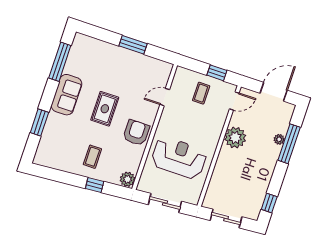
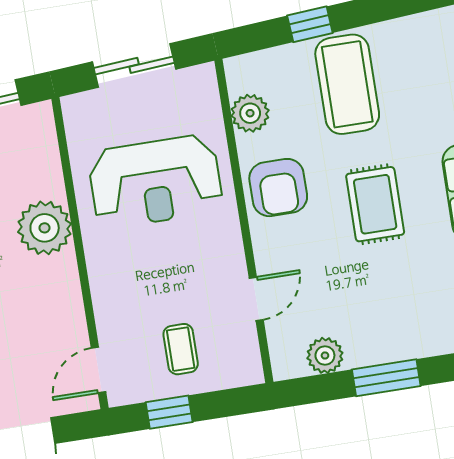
plant: (151, 64) -> (325, 355), added
plant: (235, 138) -> (45, 228), moved
coffee table: (92, 157) -> (347, 84), width x1.86, depth x1.72
plant: (128, 179) -> (250, 113), moved

